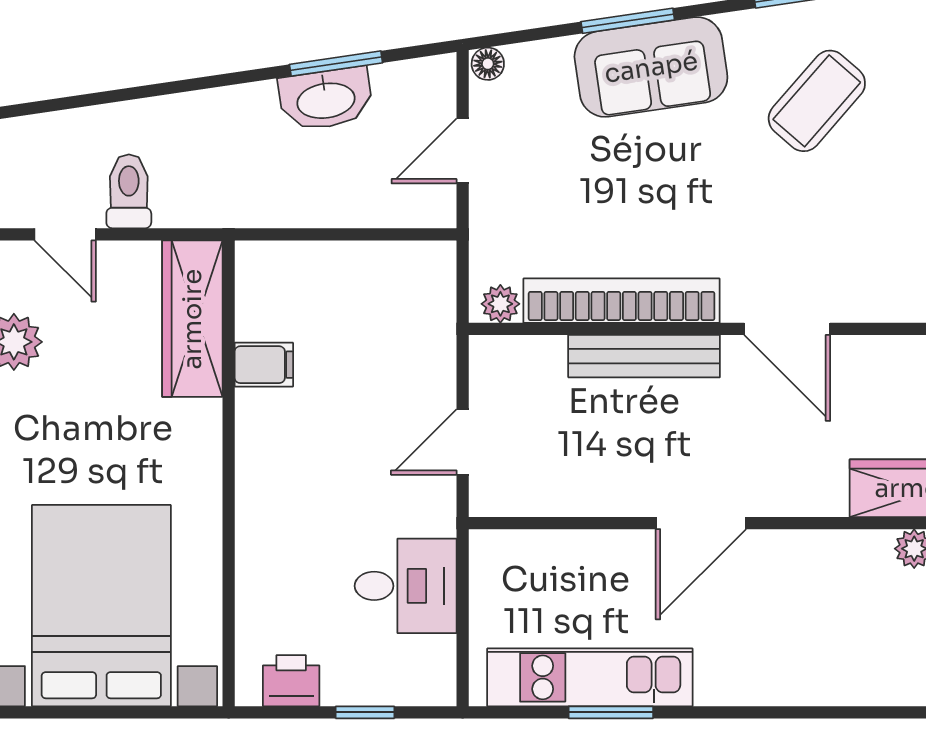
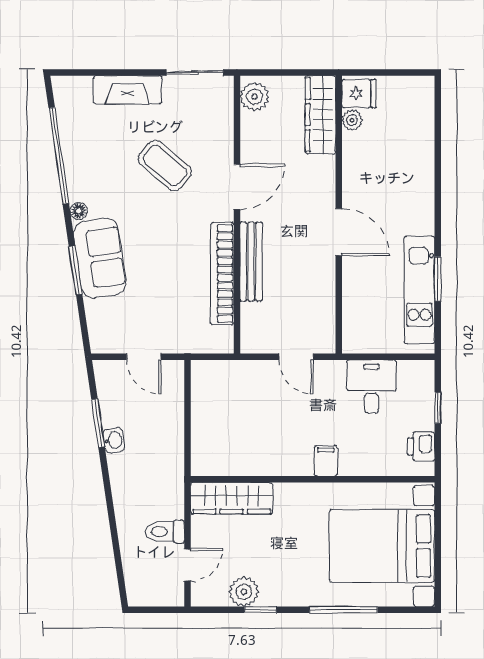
floor lamp: (488, 64) -> (79, 211), moved
washbasin: (326, 99) -> (114, 440), width x0.52, depth x0.69
coffee table: (817, 101) -> (165, 165), moved
plant: (500, 304) -> (224, 337), removed
filing cabinet: (264, 365) -> (326, 461), moved

